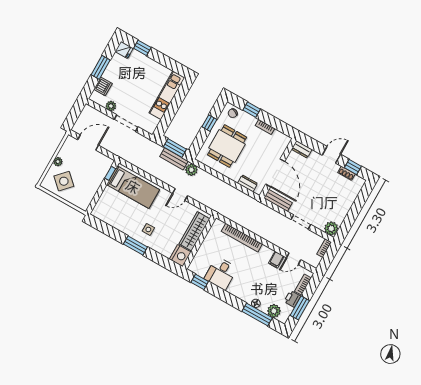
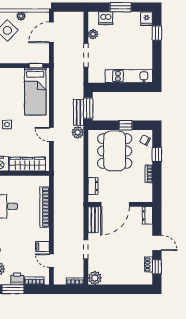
door: (88, 142) -> (51, 32), swing flipped
dining table: (227, 146) -> (115, 151), width x1.38

